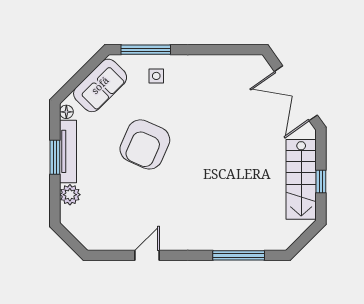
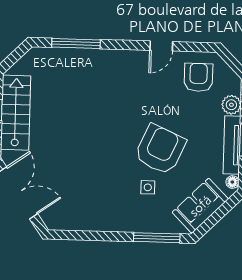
side table: (156, 76) -> (148, 187), moved
armchair: (106, 223) -> (198, 77), added

